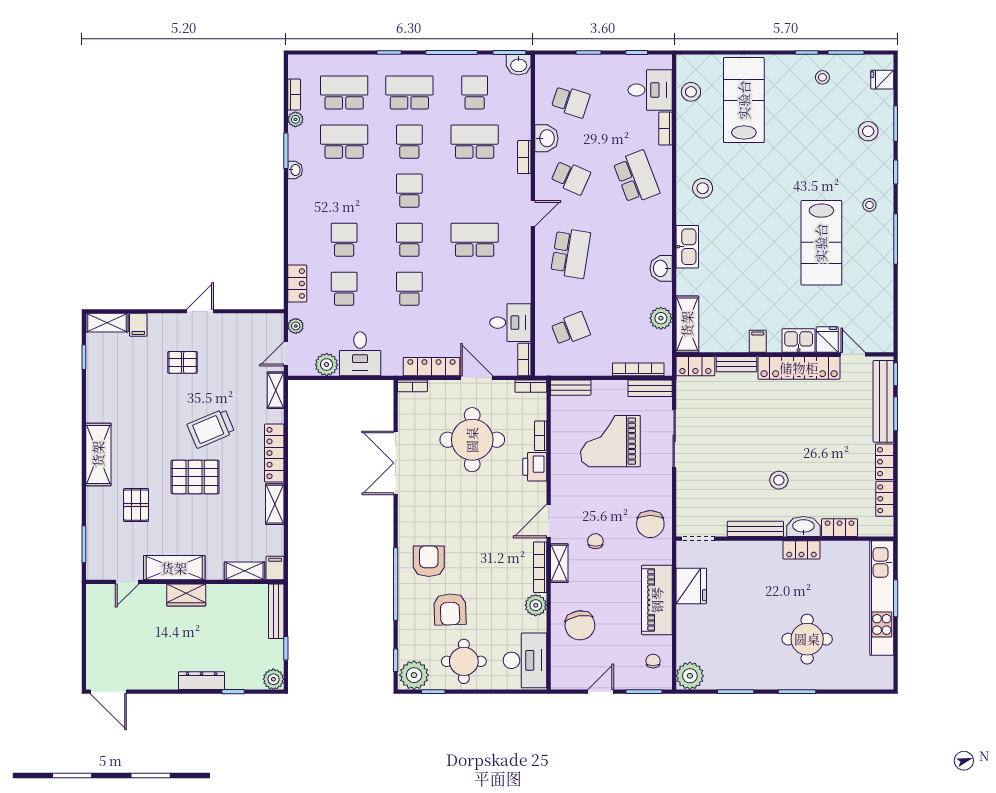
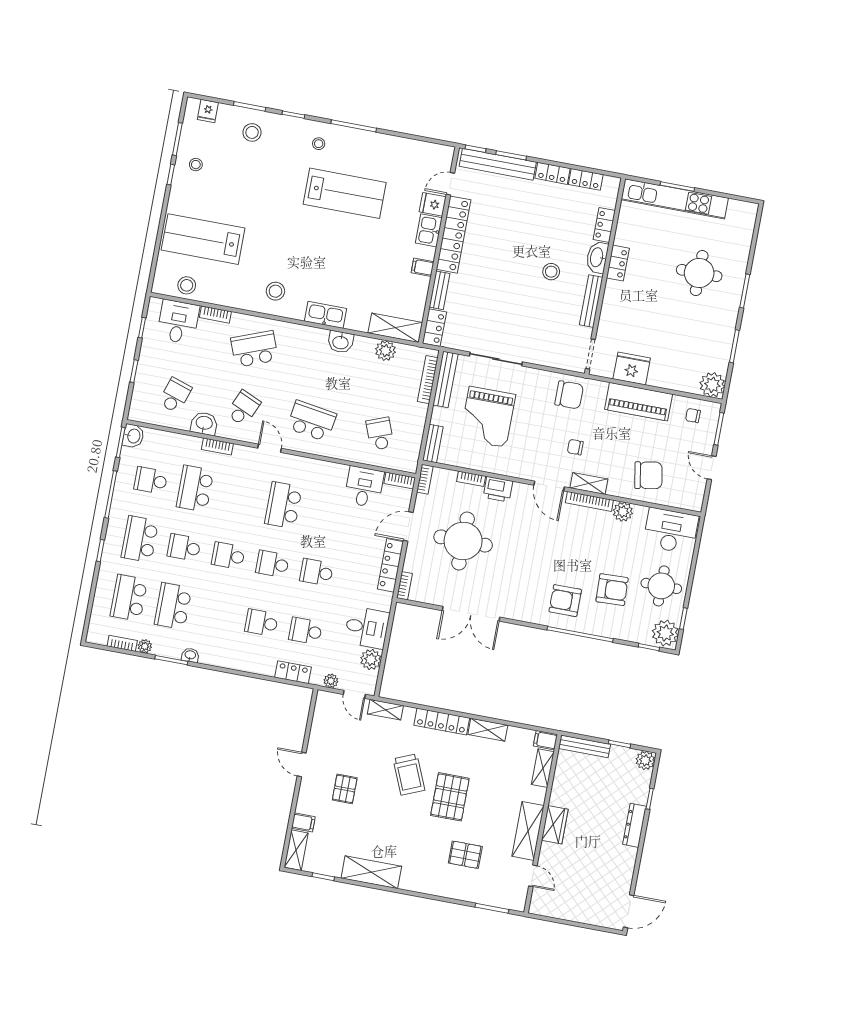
bench: (650, 388) -> (445, 379), width x1.36
shelving: (98, 454) -> (371, 872), moved

